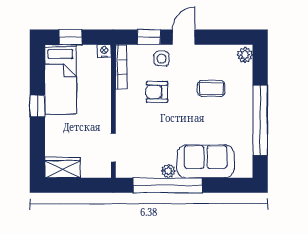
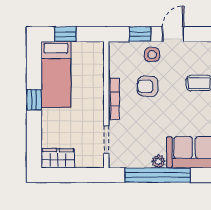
nightstand: (104, 51) -> (98, 48), removed
bookcase: (121, 67) -> (114, 99), moved

